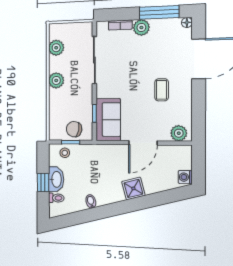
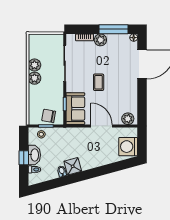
plant: (56, 48) -> (34, 65), moved
coffee table: (162, 90) -> (99, 82), moved
door: (143, 143) -> (101, 126), swing flipped
washing machine: (185, 177) -> (128, 147), width x1.89, depth x1.89
shower: (133, 188) -> (73, 166), moved

